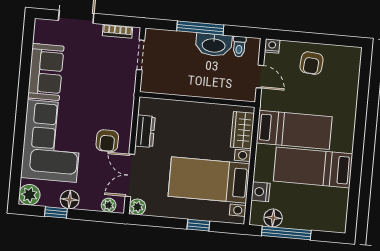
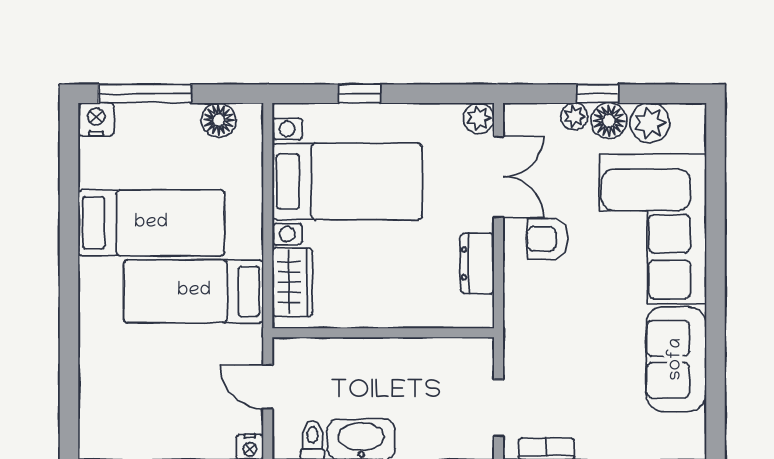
armchair: (312, 63) -> (172, 421), removed
armchair: (107, 141) -> (547, 239), turned -90
nightstand: (261, 192) -> (96, 119), moved, turned -90
plant: (29, 195) -> (650, 123), moved
plant: (109, 205) -> (574, 116), moved
window: (56, 212) -> (598, 94), moved
window: (286, 233) -> (145, 94), moved

